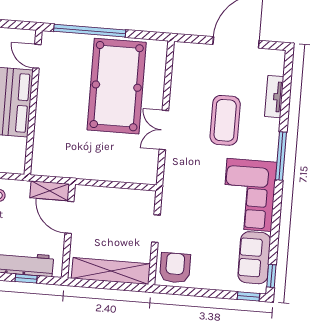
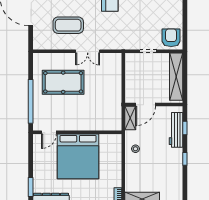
pool table: (117, 86) -> (63, 82), width x0.73, depth x0.76
coffee table: (225, 120) -> (68, 25), moved
armchair: (175, 268) -> (171, 38), turned 90

